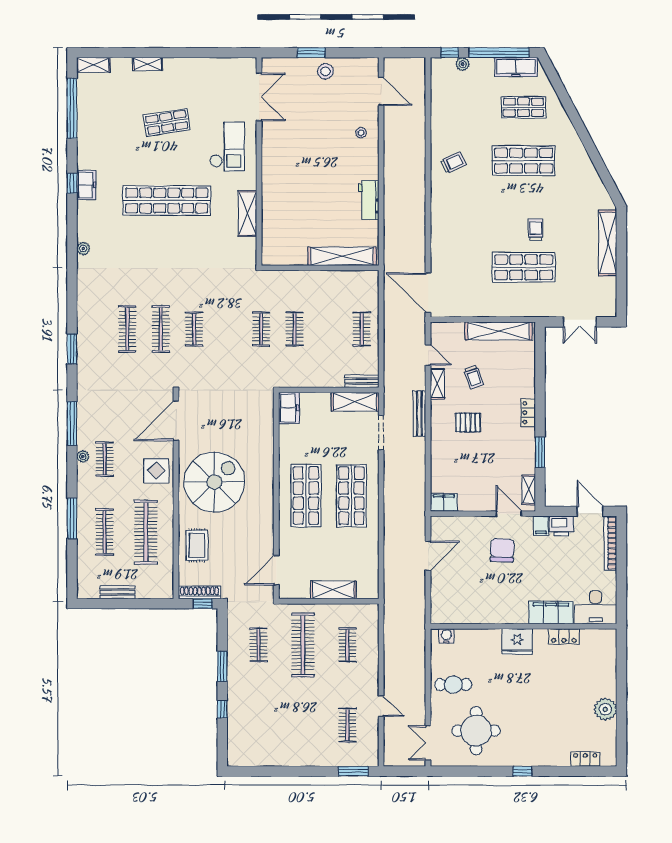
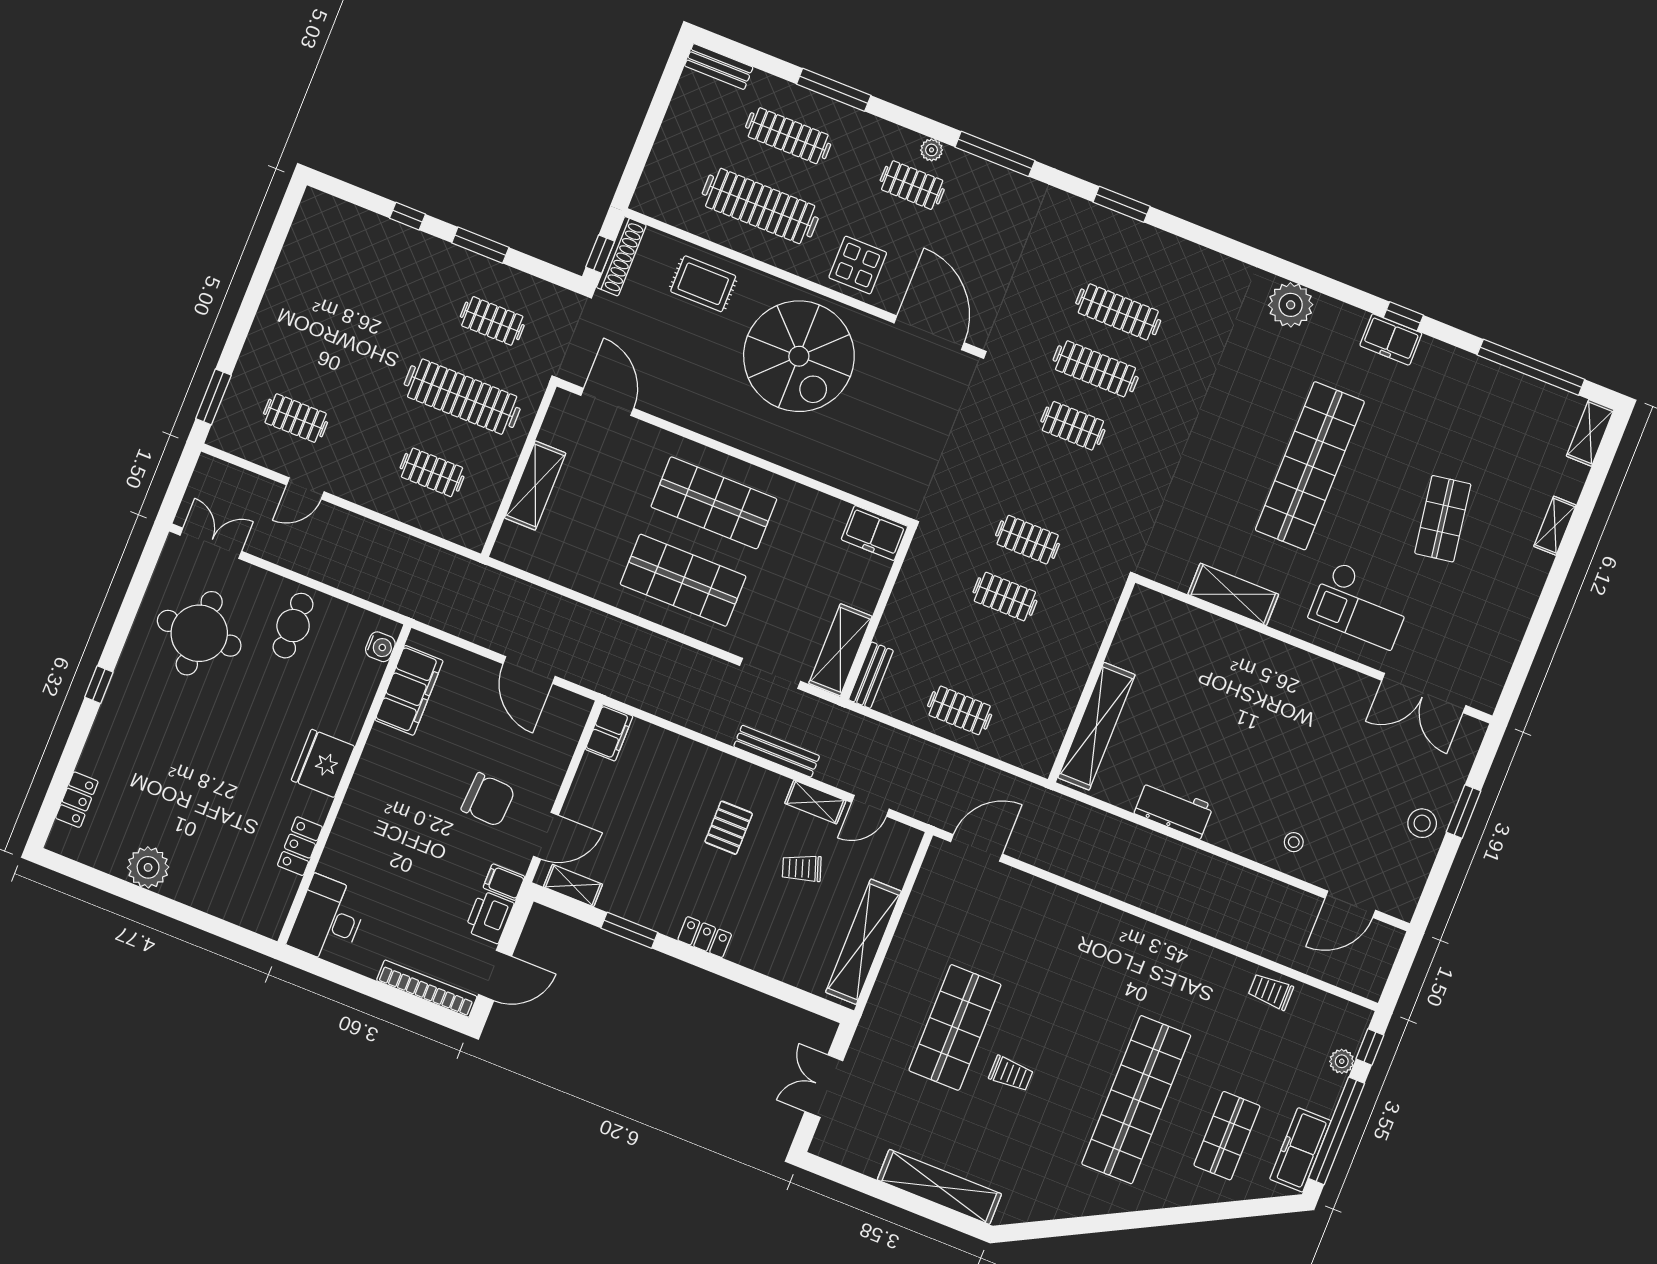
shop shelf: (524, 161) -> (1136, 1100), width x1.40
trolley: (453, 163) -> (1271, 992), moved, turned 115
plant: (83, 248) -> (1291, 305), width x1.87, depth x1.87
door: (428, 293) -> (976, 848), width x0.73
bench: (117, 592) -> (719, 67), moved, turned 90
filing cabinet: (551, 613) -> (409, 690), moved

